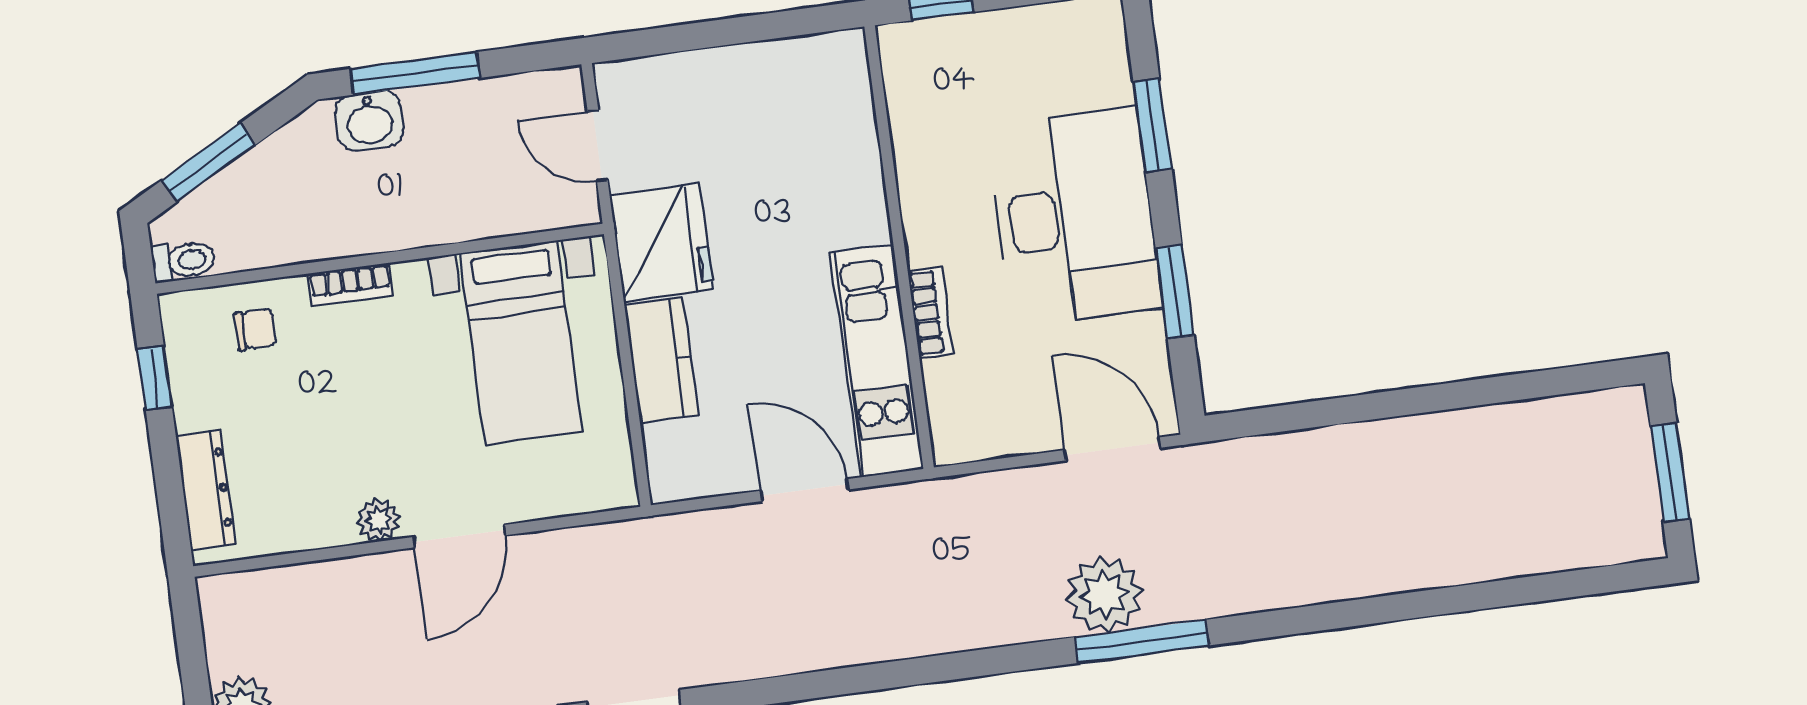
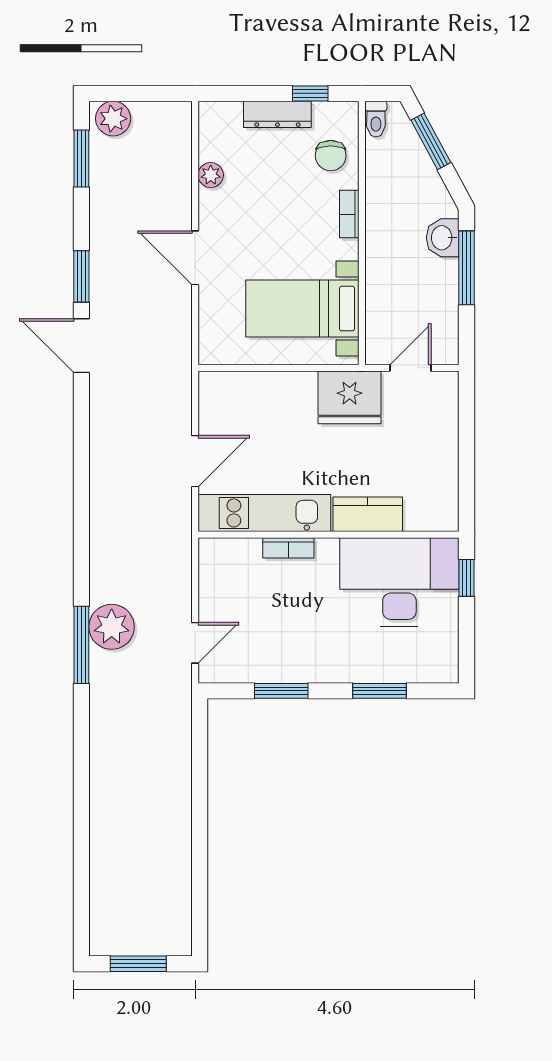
desk: (1075, 217) -> (399, 582), moved, turned 180
chair: (255, 329) -> (331, 156), width x1.37, depth x1.37
kitchen counter: (661, 361) -> (368, 514), moved, turned 180
door: (1113, 449) -> (195, 643), width x0.73
dresser: (206, 490) -> (277, 114), moved
plant: (378, 520) -> (211, 175), moved

